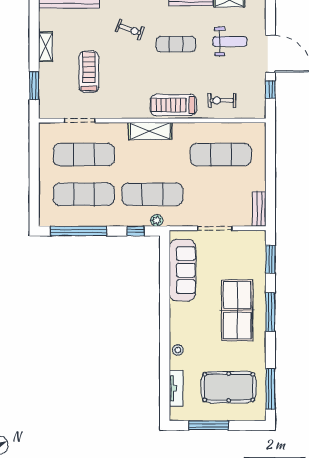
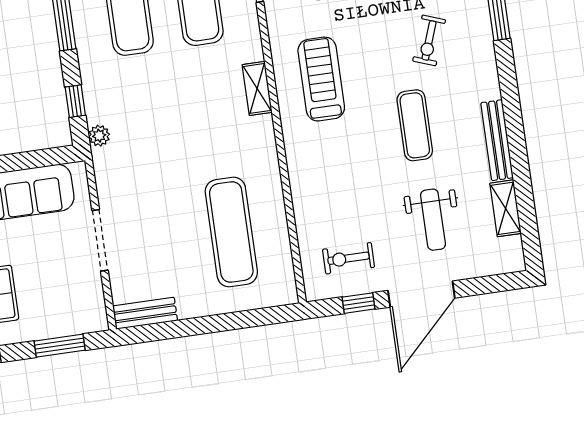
exercise bike: (222, 101) -> (348, 258), moved, turned -90
treadmill: (173, 105) -> (321, 79), moved
shelving: (150, 131) -> (257, 88), width x0.67, depth x0.75
exercise mat: (152, 194) -> (144, 121), removed

